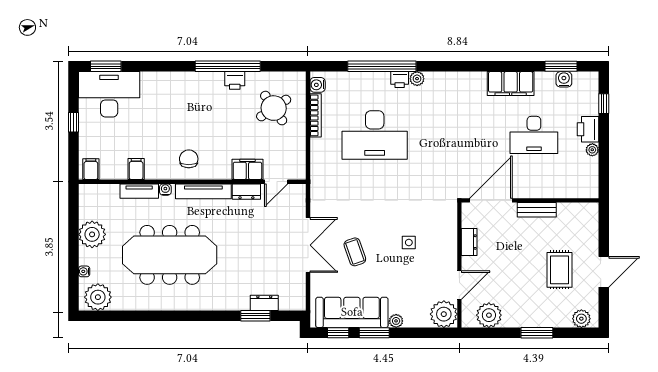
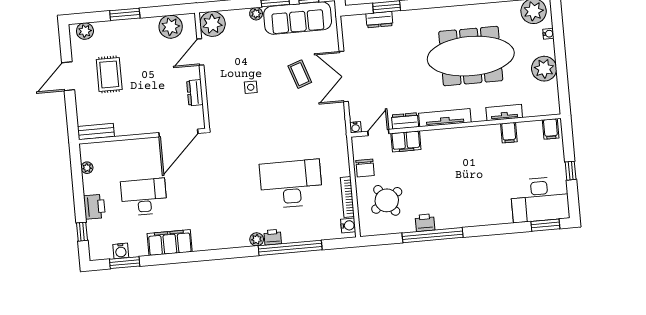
plant: (592, 150) -> (87, 168), moved
chair: (189, 159) -> (365, 168), moved
water cooler: (165, 190) -> (355, 127), moved
bench: (537, 210) -> (96, 131), moved

